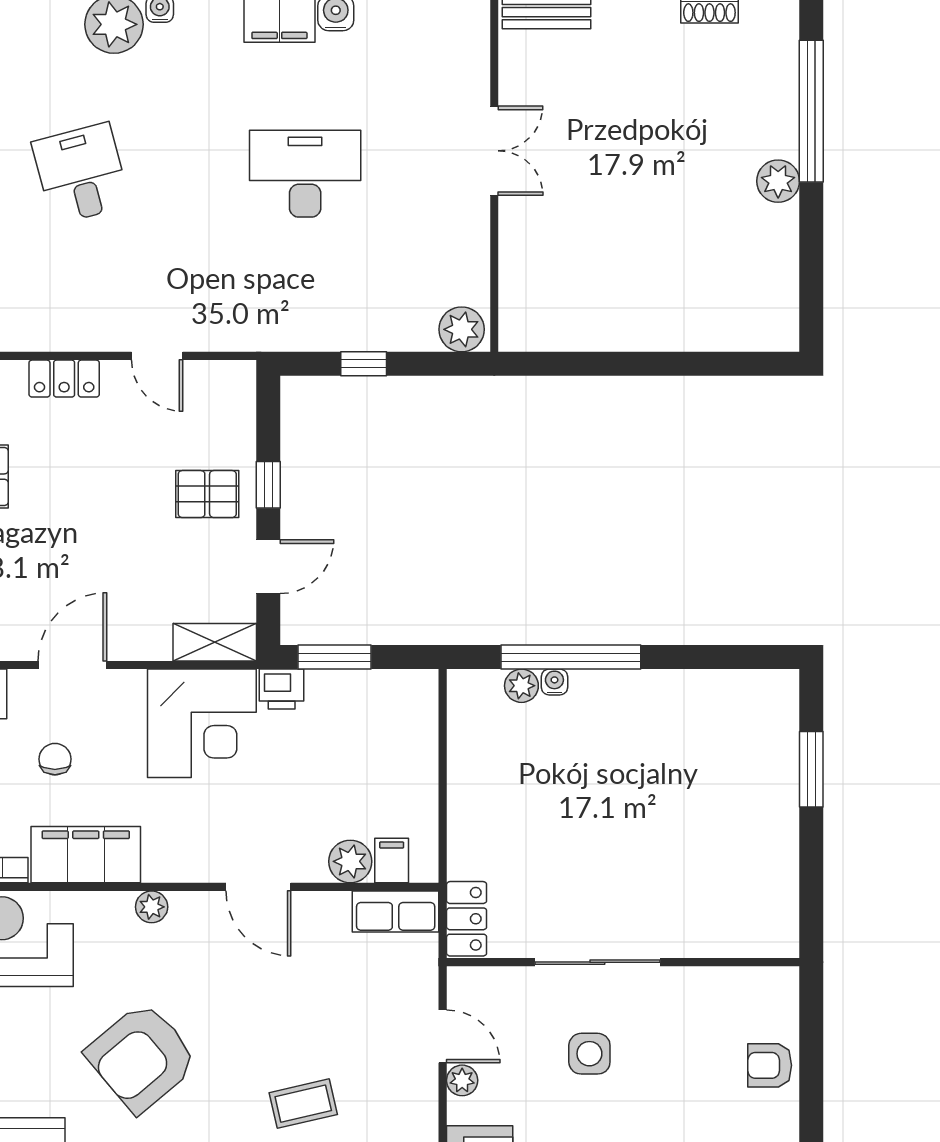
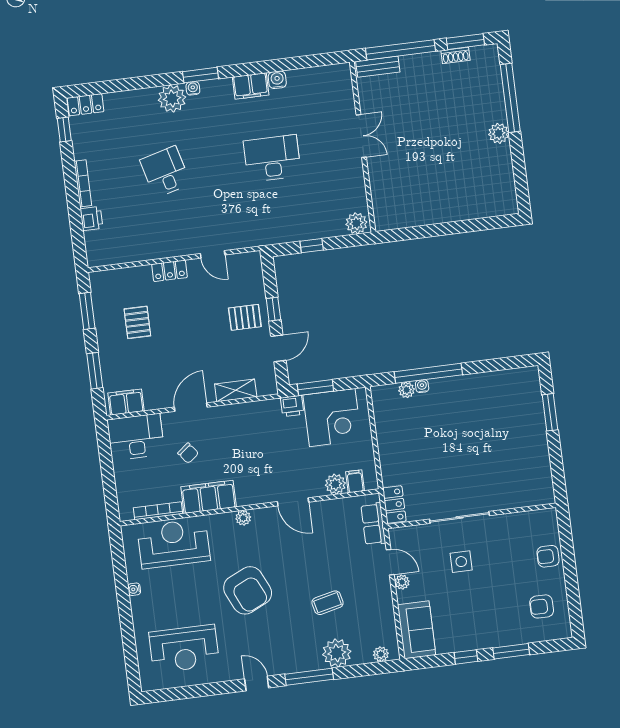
shelving: (215, 642) -> (236, 390), moved
corner desk: (202, 723) -> (332, 418), moved
chair: (55, 759) -> (188, 453), turned 142
row of seats: (396, 911) -> (373, 524), moved, turned 90
armchair: (142, 1057) -> (248, 590), turned -75

